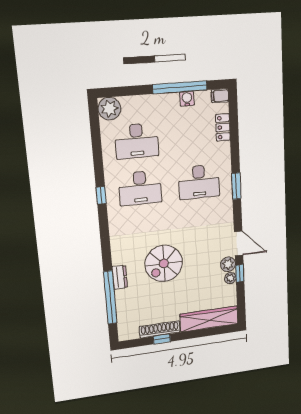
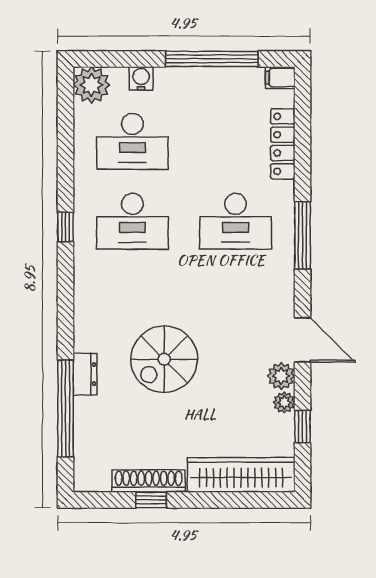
water cooler: (187, 99) -> (141, 78), moved
locker: (223, 127) -> (283, 144), width x1.53
window: (236, 186) -> (303, 235), width x1.44
window: (240, 273) -> (303, 427), moved

